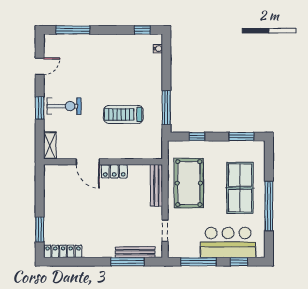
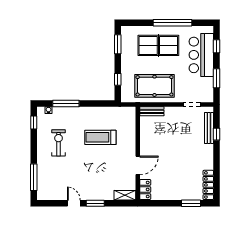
door: (40, 66) -> (74, 203), moved
exercise bike: (64, 106) -> (59, 143), moved
window: (166, 108) -> (66, 104), moved
treadmill: (123, 115) -> (100, 137), turned 90
locker: (114, 171) -> (145, 189), moved
bench: (156, 185) -> (152, 111), width x0.73
window: (128, 262) -> (216, 134), width x0.46
window: (198, 262) -> (216, 78), width x0.69

